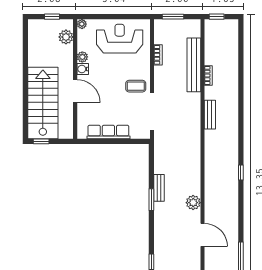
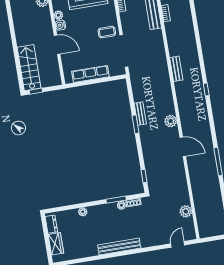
stairs: (43, 103) -> (29, 68), width x0.73, depth x0.66
bench: (210, 115) -> (176, 69), moved

